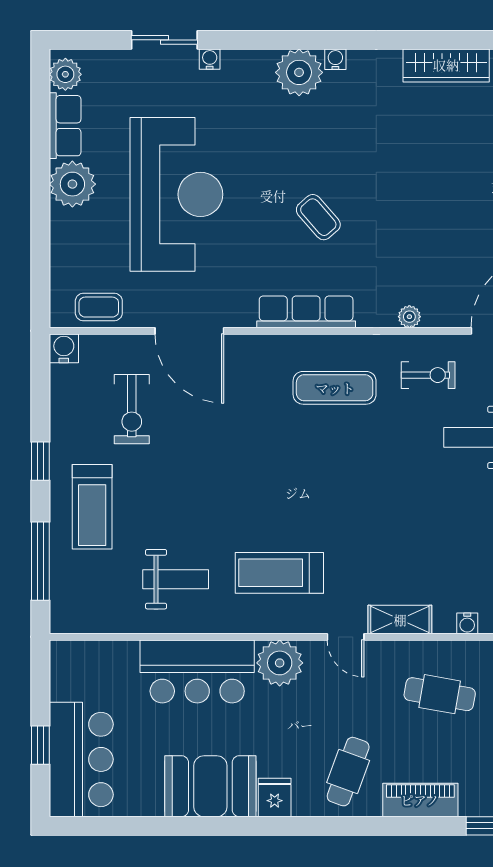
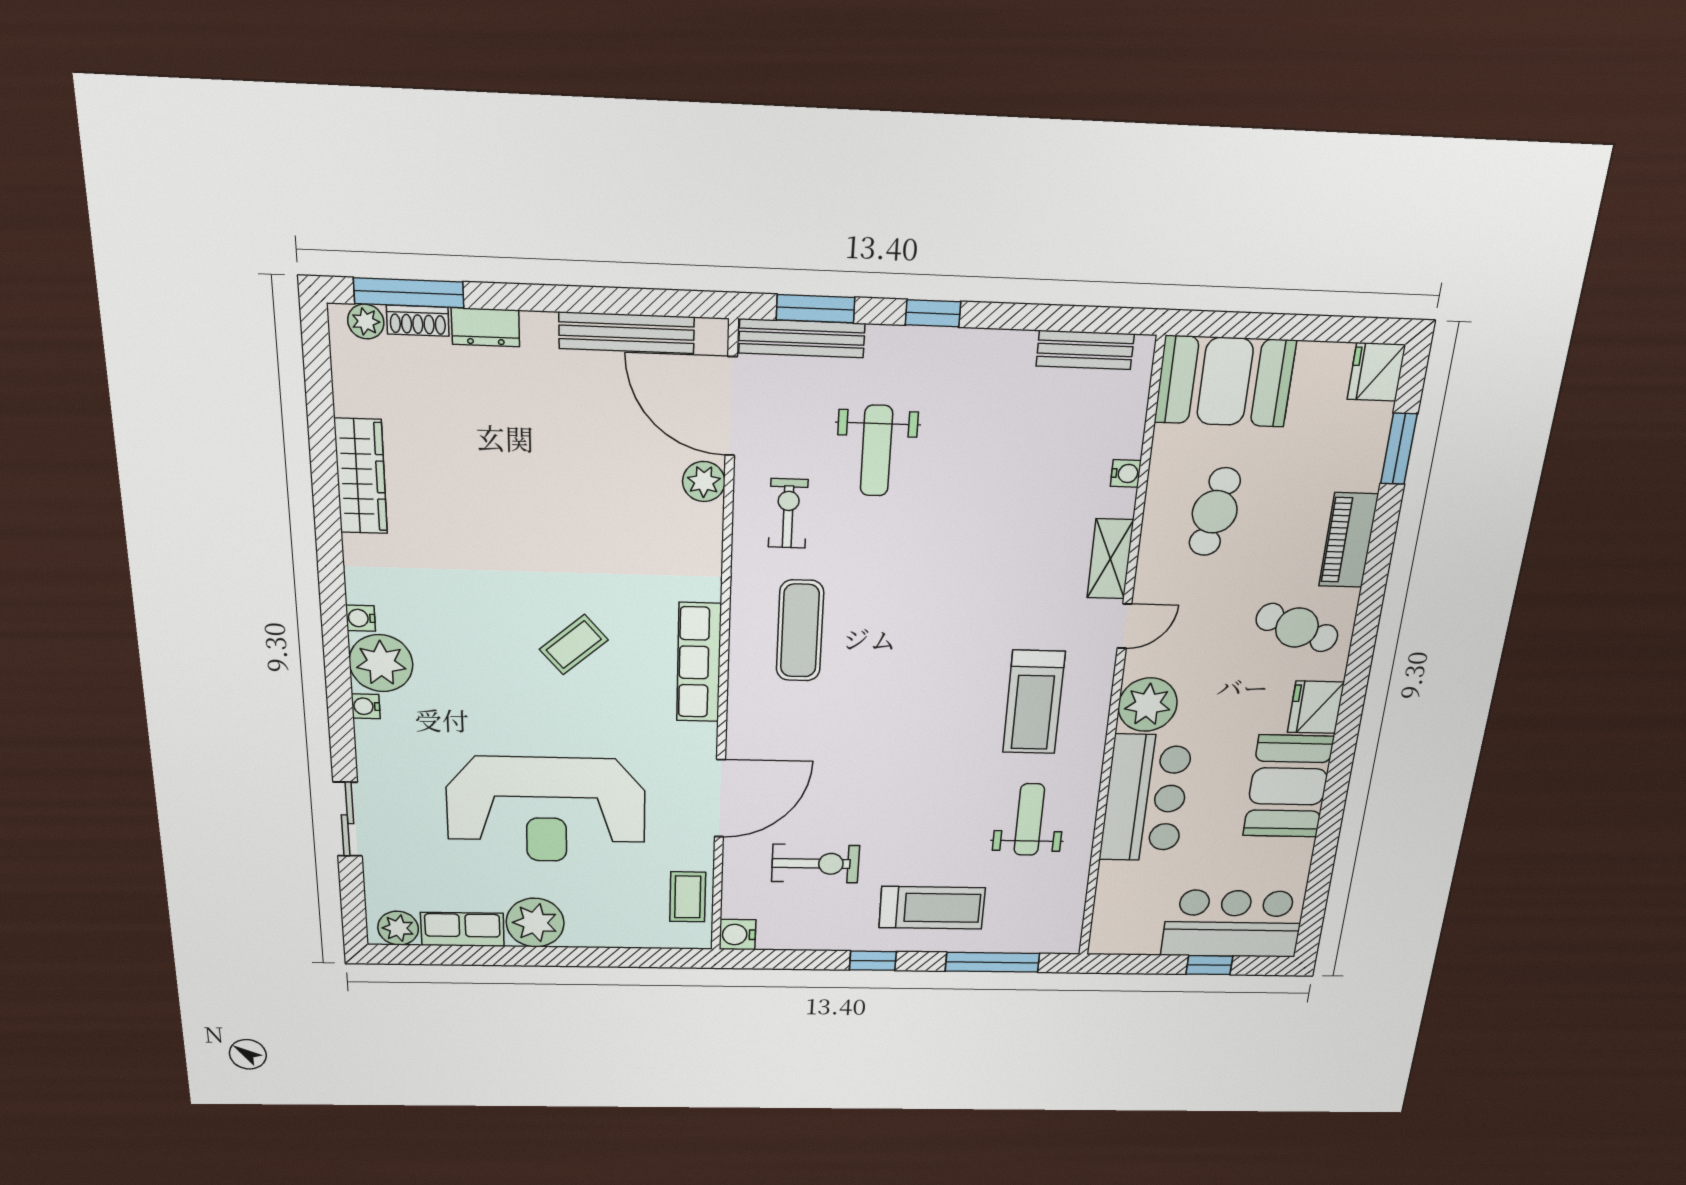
water cooler: (210, 59) -> (366, 706), moved
reception desk: (176, 194) -> (546, 810), turned 180
plant: (409, 317) -> (704, 482), moved, width x1.38, depth x1.38
fridge: (275, 797) -> (1316, 707), width x1.38

